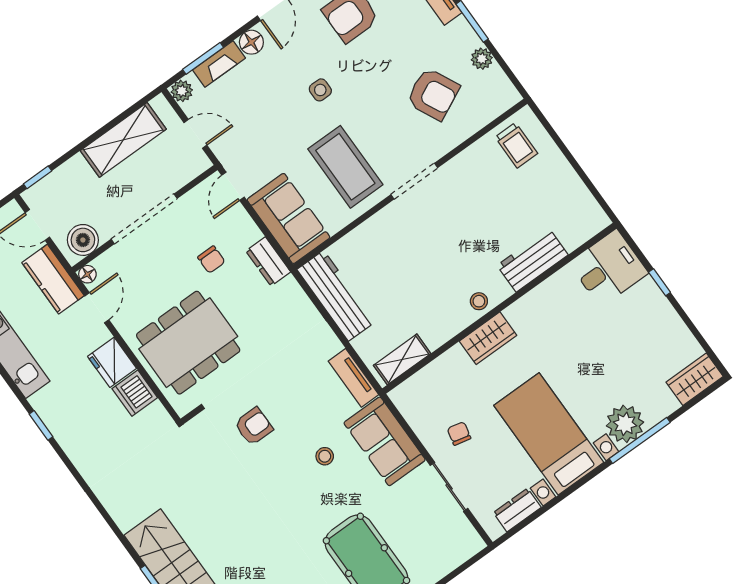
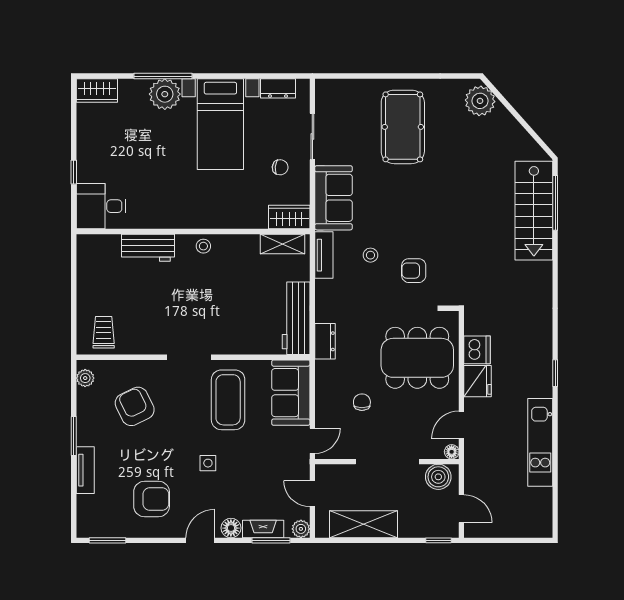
plant: (482, 59) -> (85, 378), moved
dresser: (268, 261) -> (325, 341), moved
kitchen counter: (53, 279) -> (477, 465), removed
wardrobe: (488, 338) -> (289, 217), moved
chair: (459, 434) -> (280, 167), turned -97
stool: (325, 456) -> (370, 255), moved

